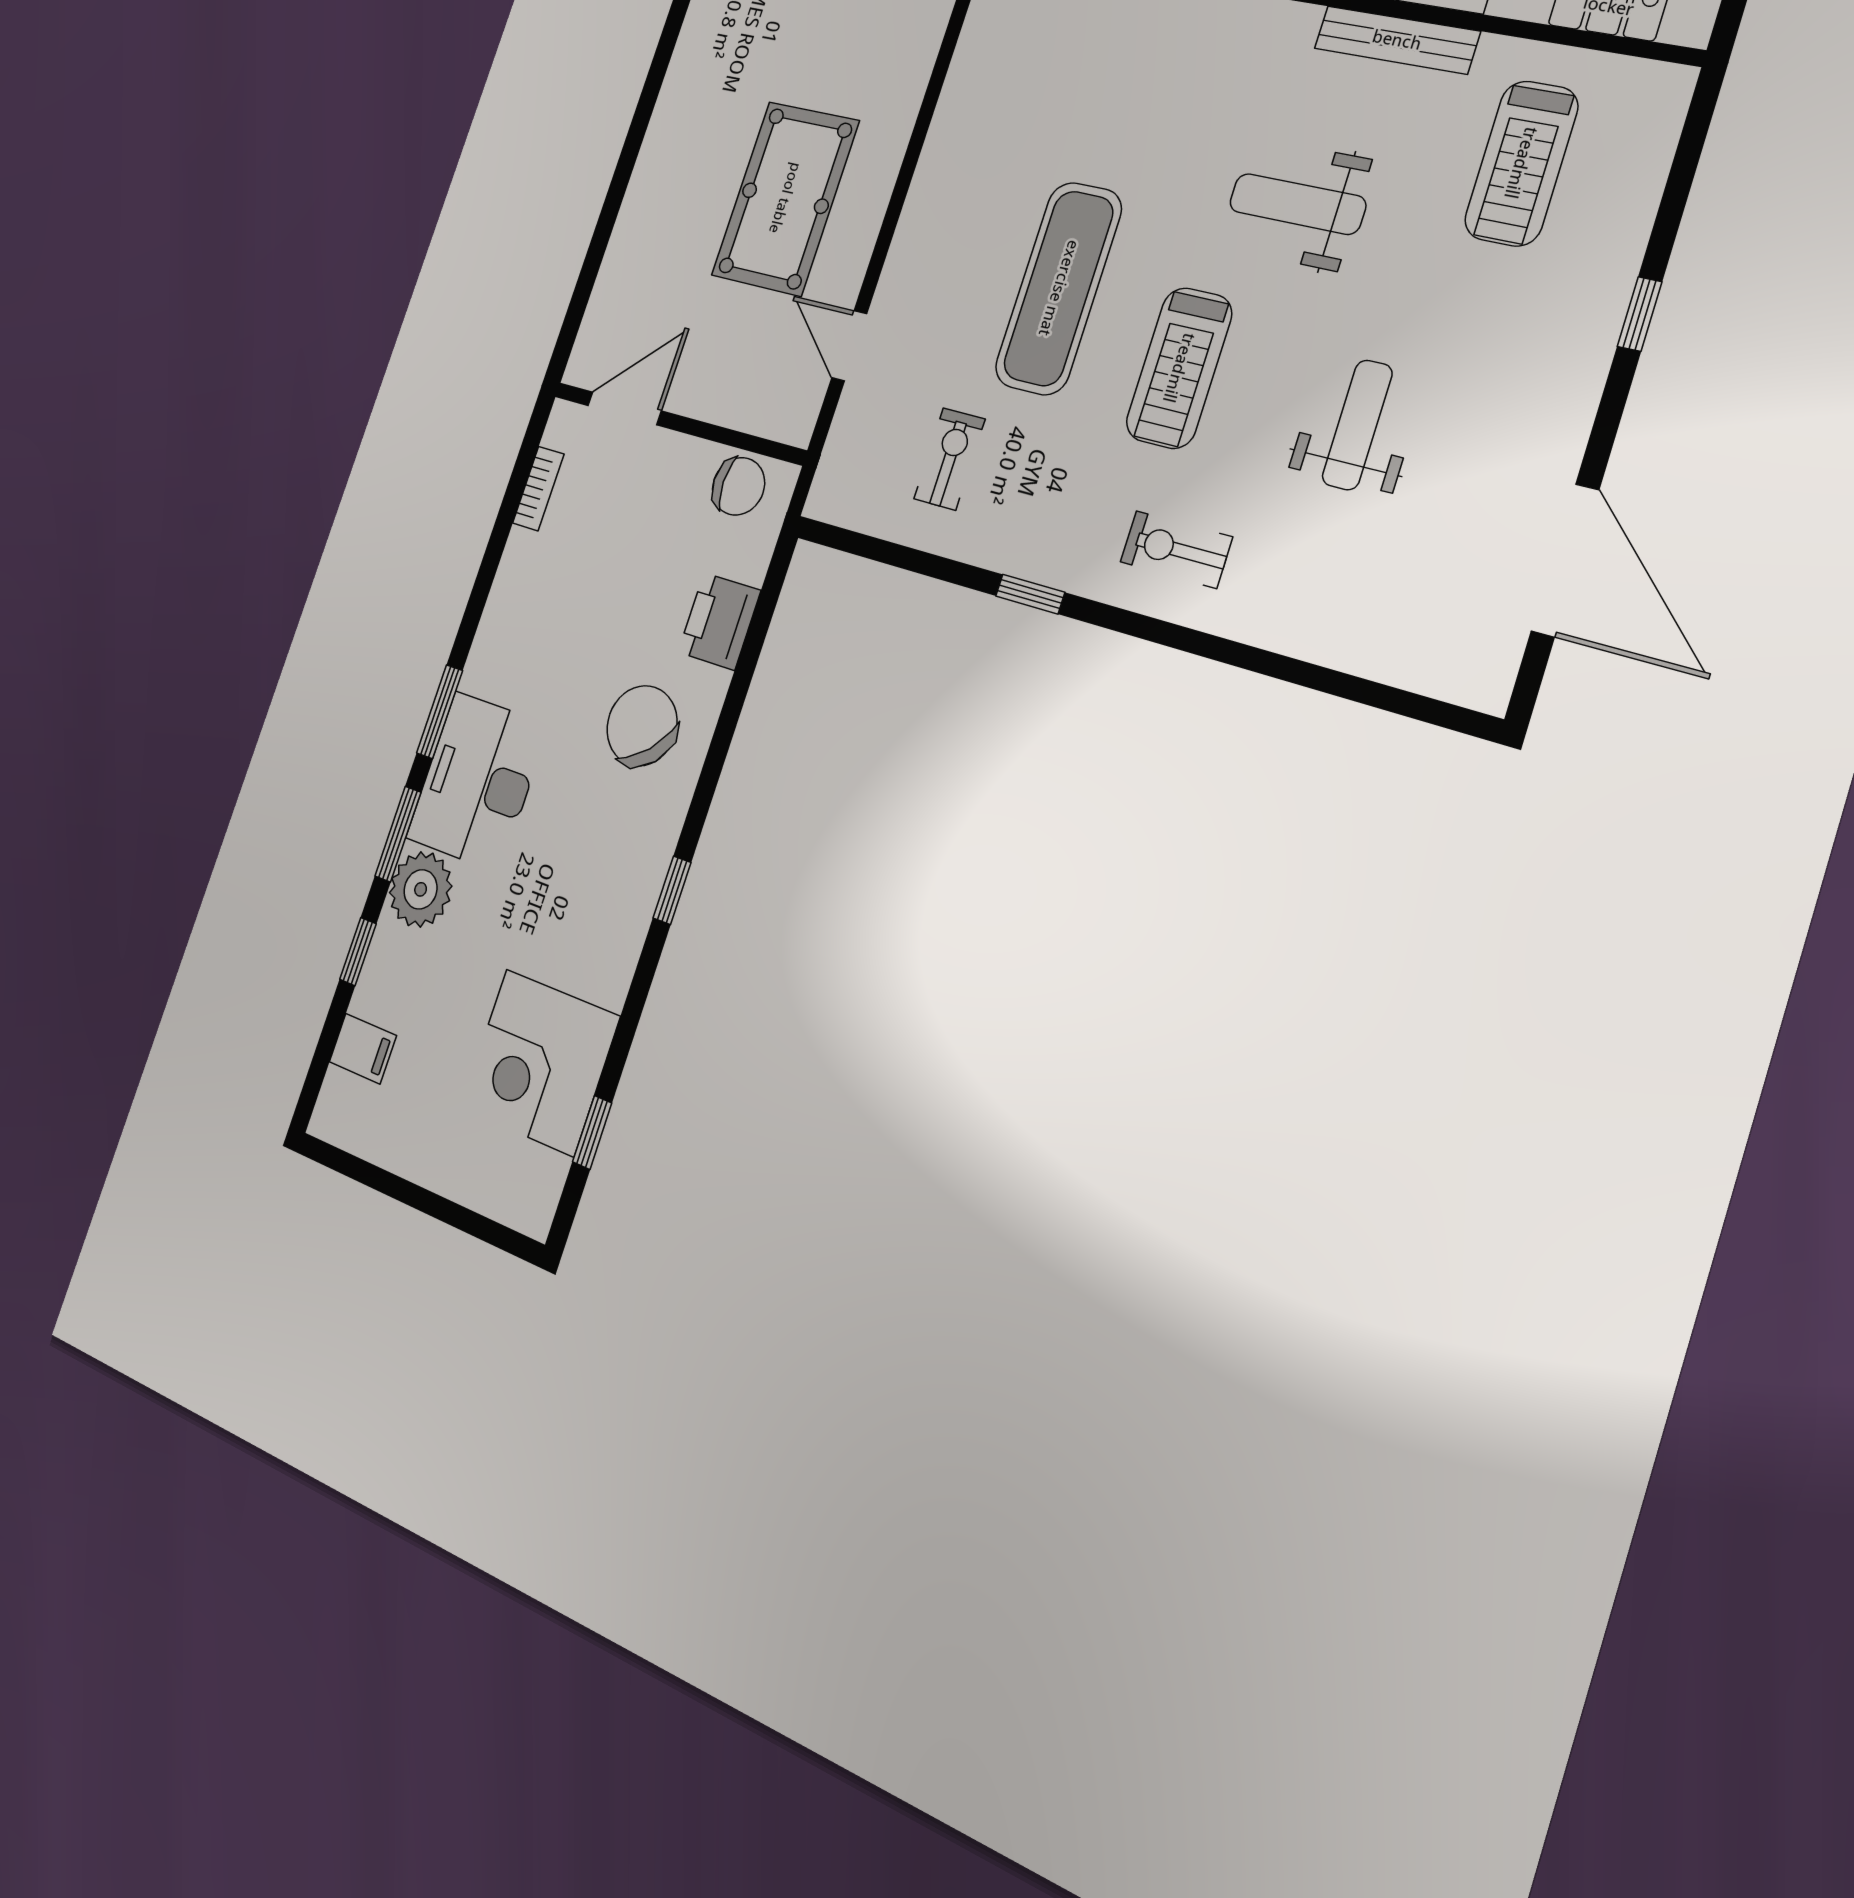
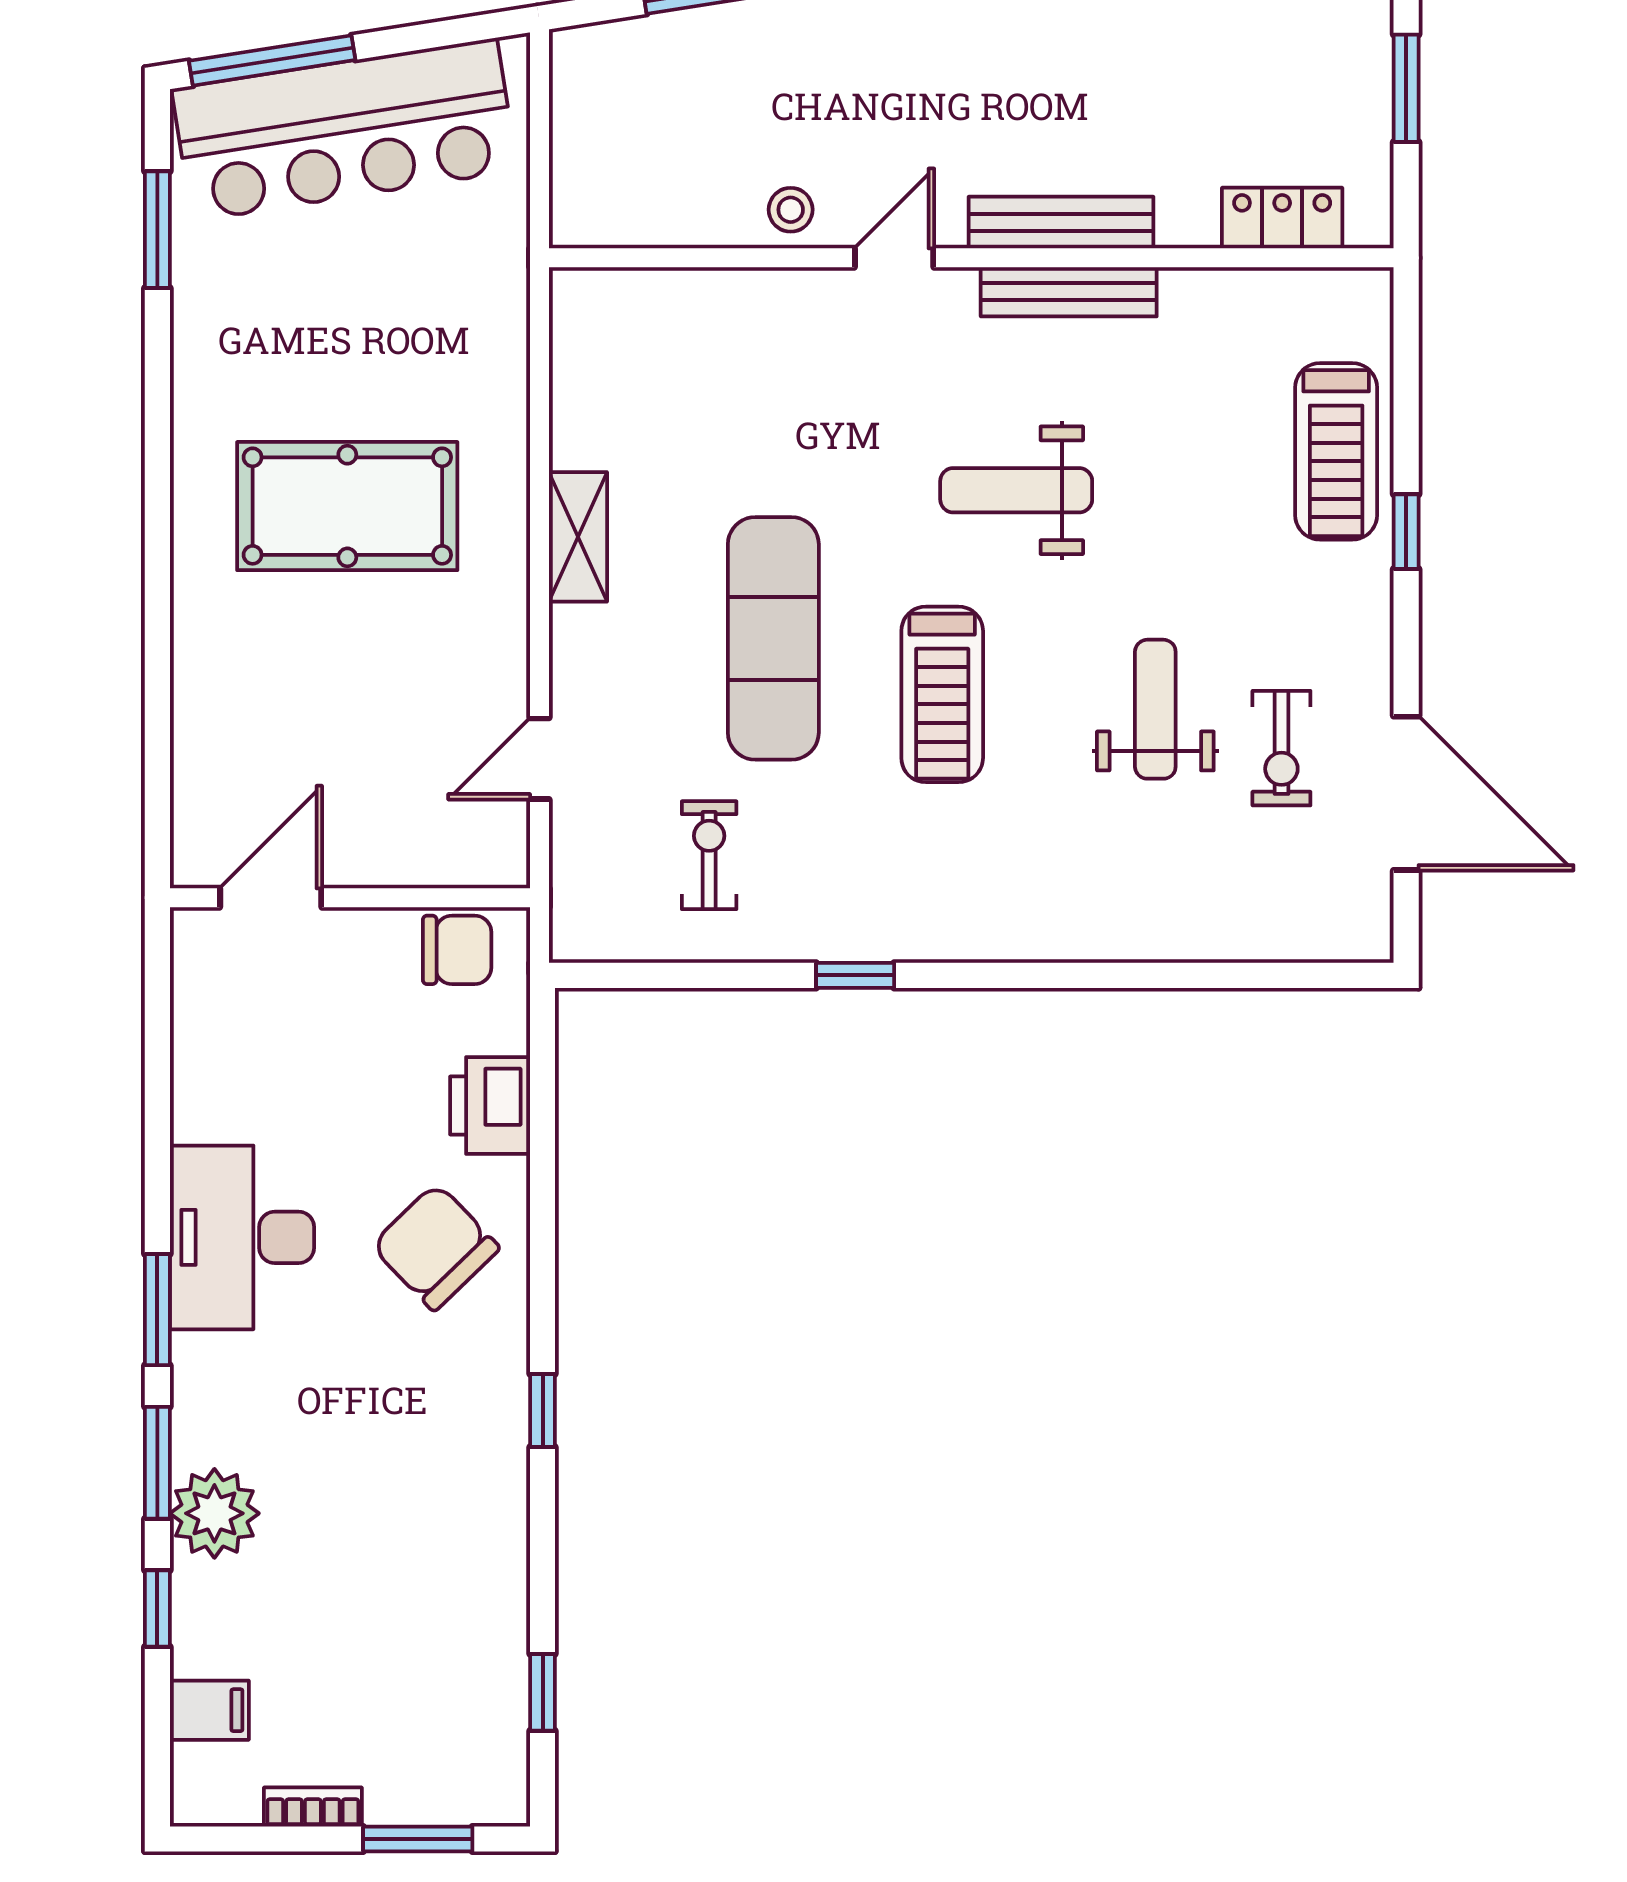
treadmill: (1521, 163) -> (1336, 451), moved
shelving: (937, 171) -> (578, 537), added
pool table: (785, 198) -> (347, 506), moved, turned 90
door: (849, 346) -> (539, 759), hinge flipped
bookcase: (538, 489) -> (313, 1807), moved, turned -90
exercise bike: (1176, 549) -> (1281, 748), moved, turned -90
desk: (477, 782) -> (242, 1237), moved
corner desk: (540, 1062) -> (448, 1644), removed
window: (464, 1219) -> (418, 1839), added

